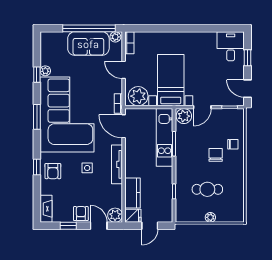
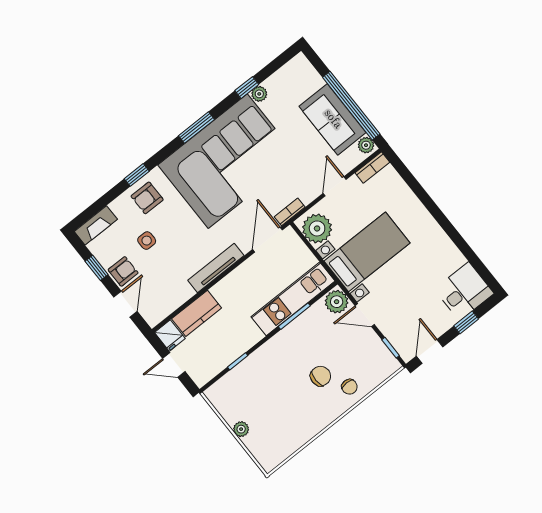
side table: (87, 168) -> (147, 241), moved
cafe table: (207, 189) -> (272, 399), removed
plant: (115, 215) -> (154, 314), removed

